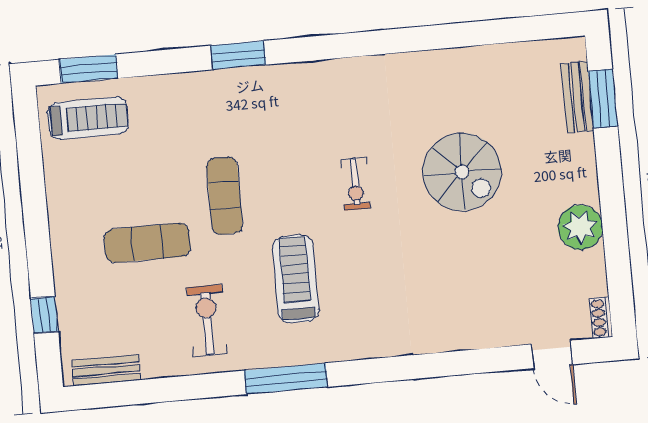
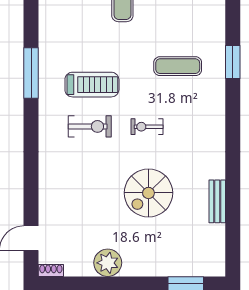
bench: (578, 97) -> (217, 201), moved, turned 90
exercise mat: (224, 196) -> (178, 66), moved
exercise bike: (207, 320) -> (90, 126), moved

